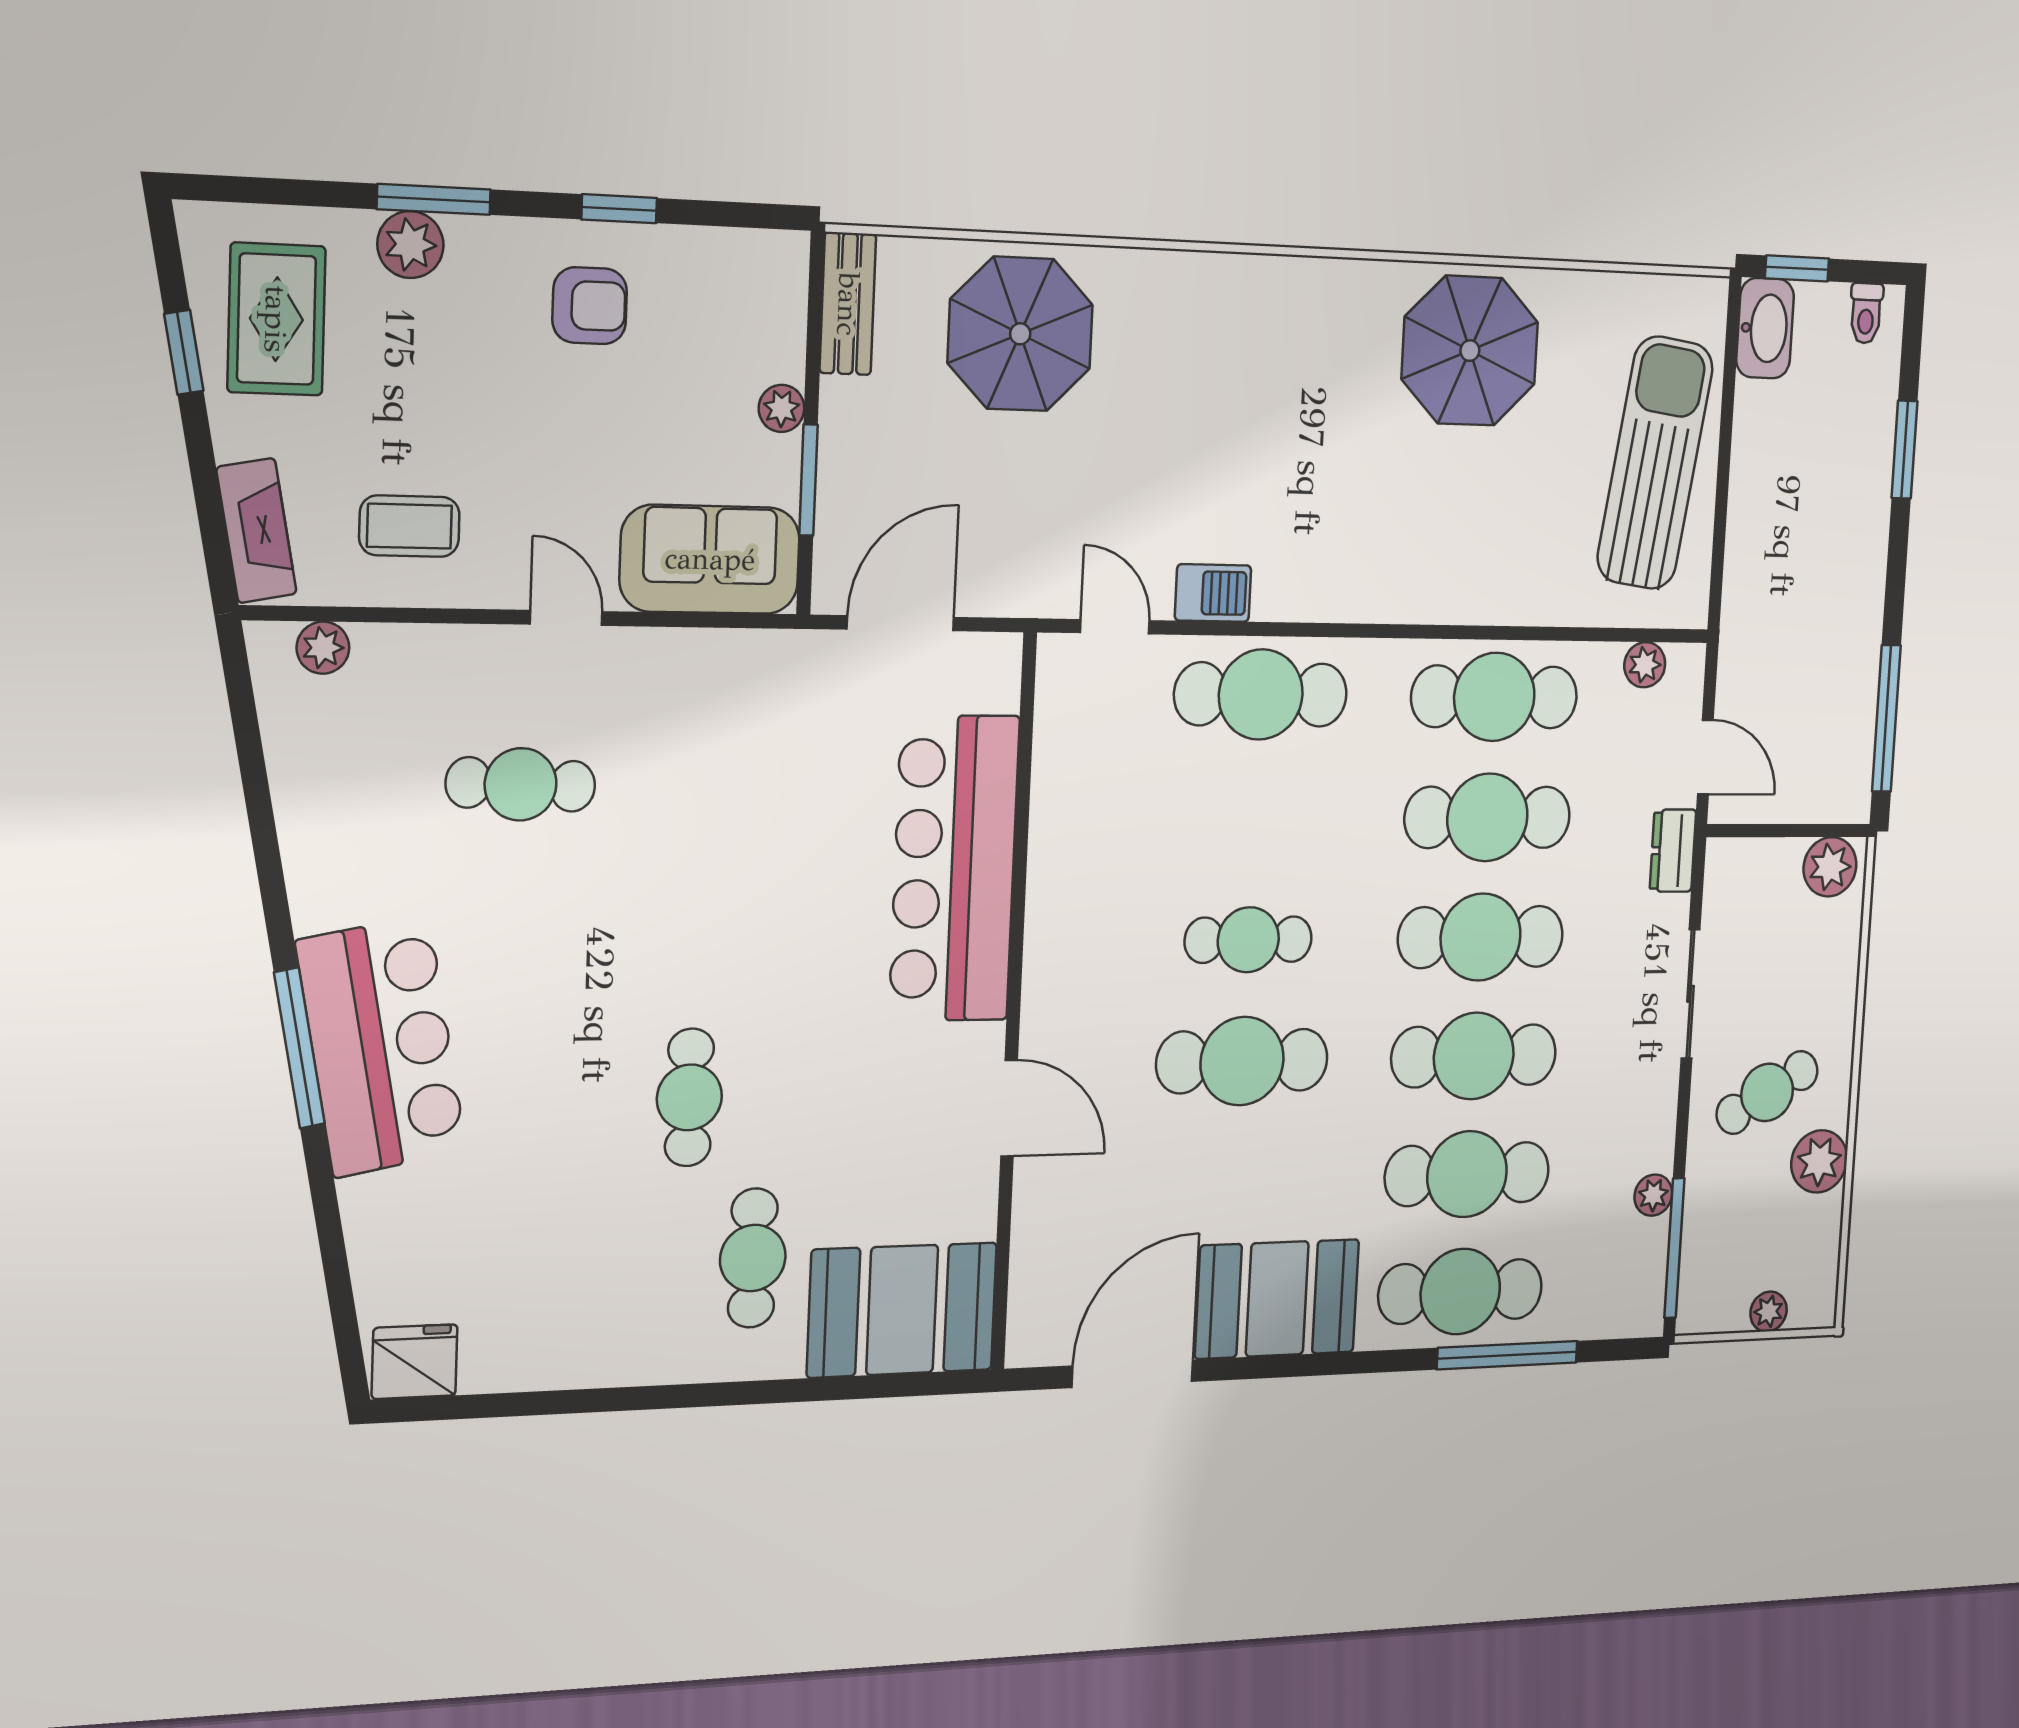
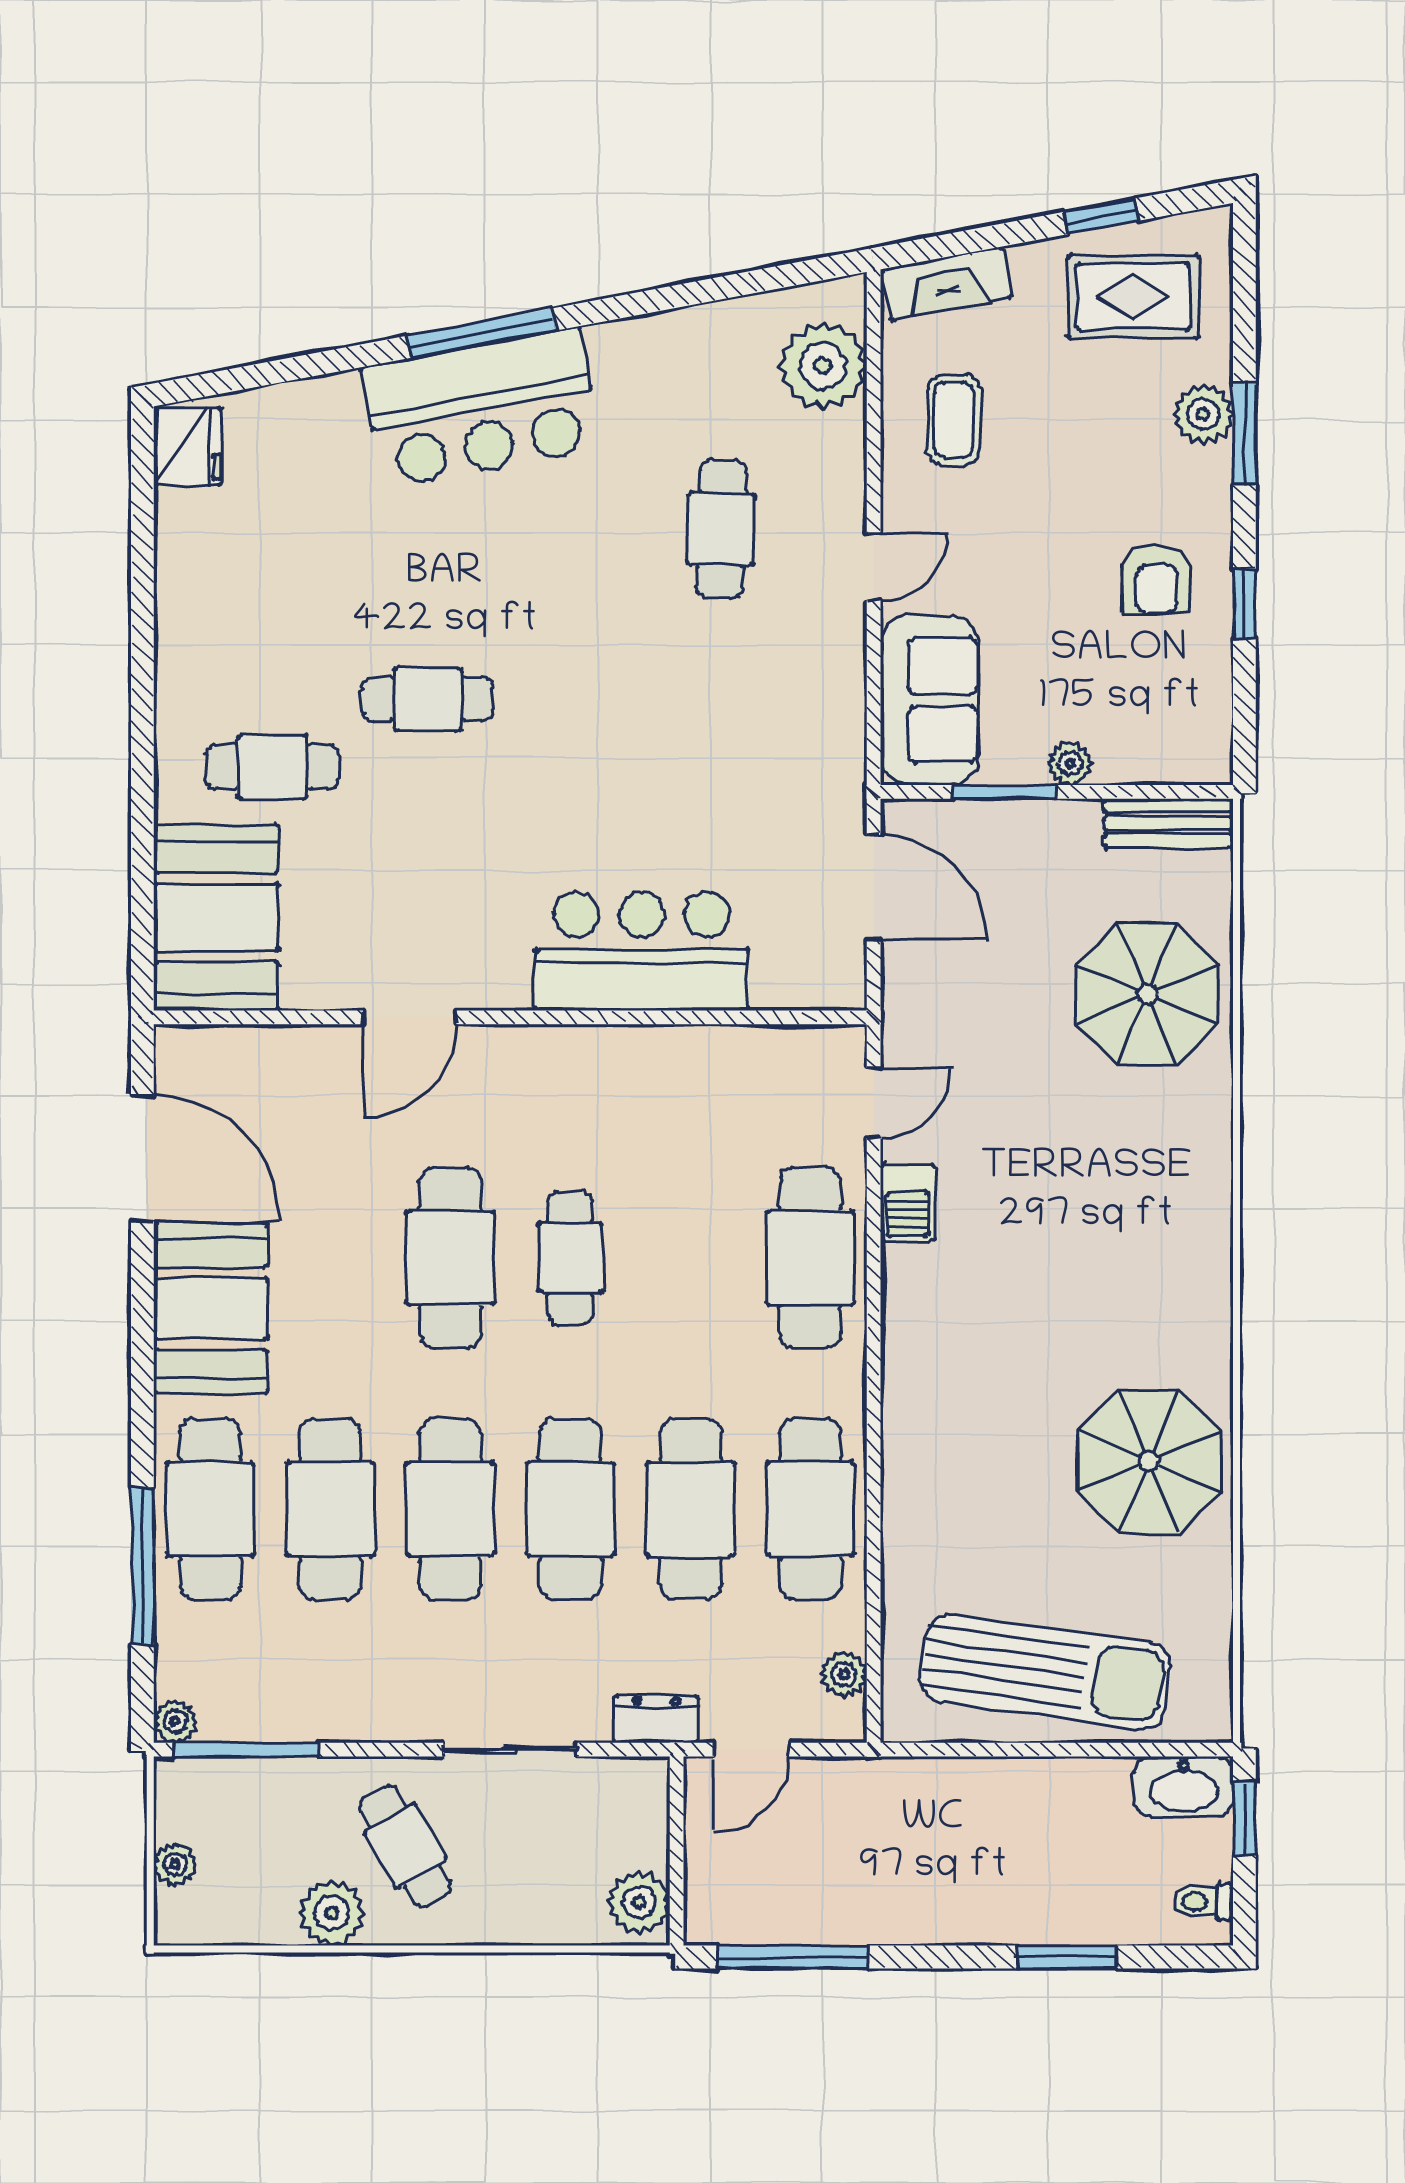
plant: (323, 648) -> (823, 366), width x1.88, depth x1.88
bar counter: (954, 869) -> (642, 951), width x0.73
plant: (1653, 1195) -> (175, 1721), moved

